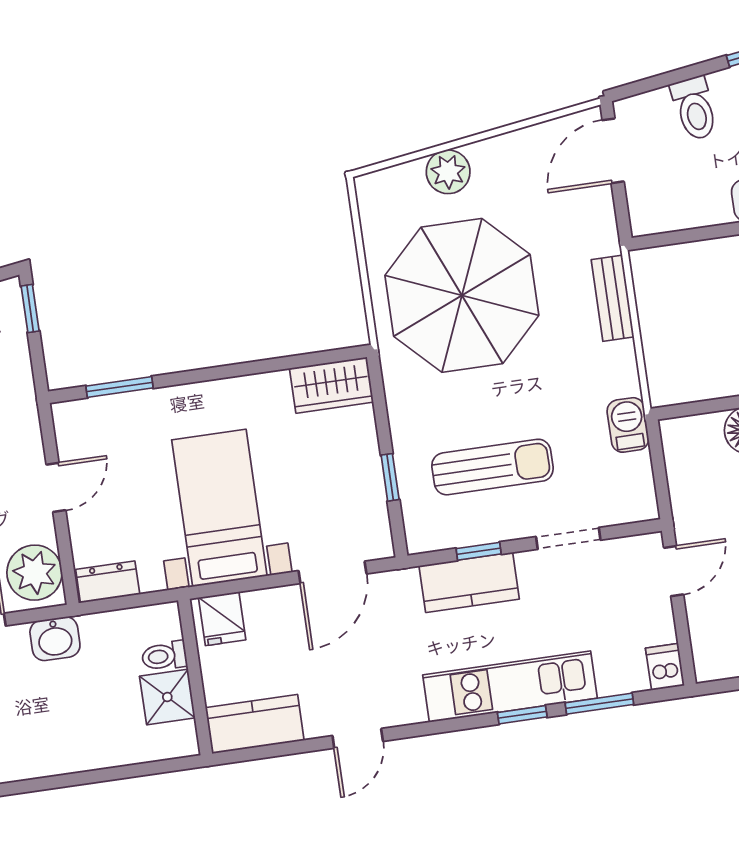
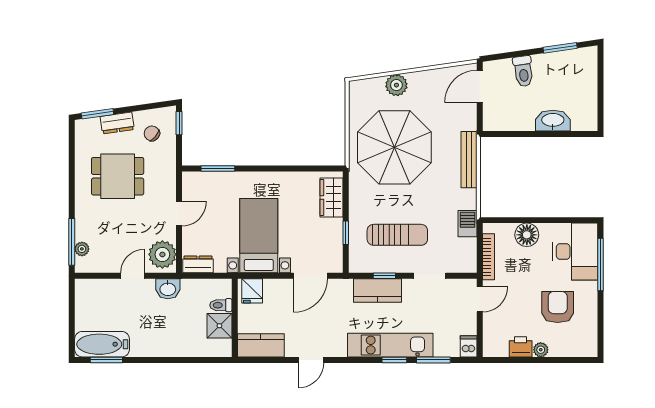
bench: (613, 298) -> (469, 160), width x1.36
wardrobe: (331, 385) -> (331, 197), moved, turned 90
bookcase: (679, 484) -> (489, 257), added

